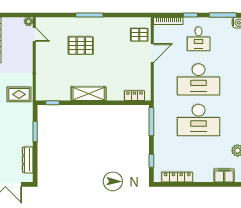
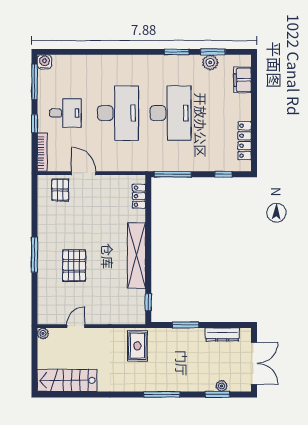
door: (34, 34) -> (76, 326), moved
shelving: (89, 94) -> (136, 255), width x1.47

